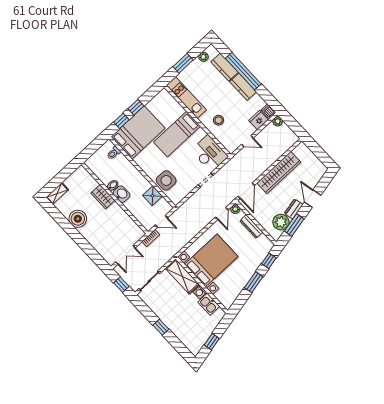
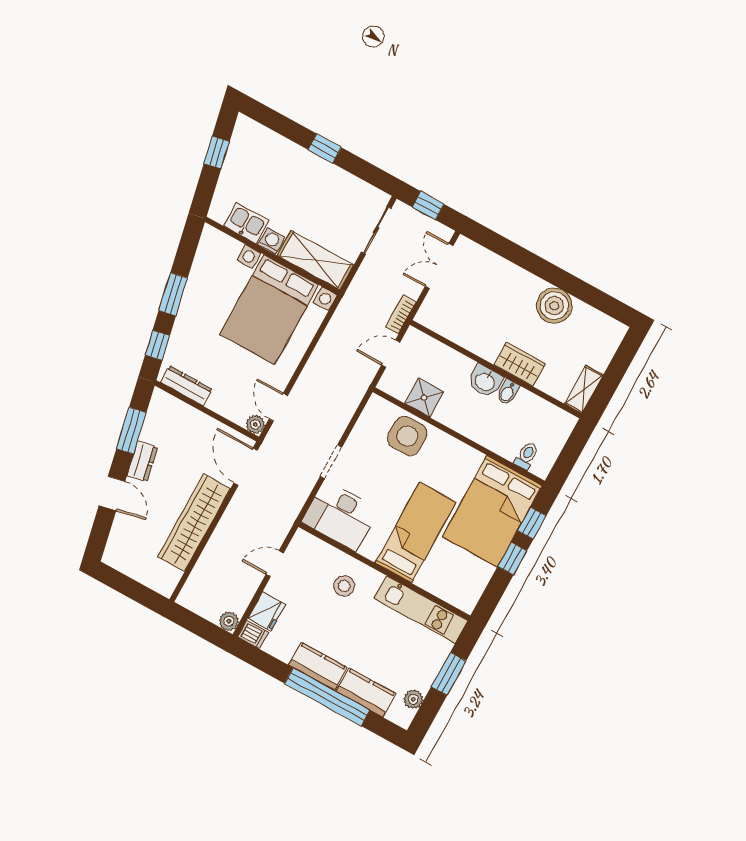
shelving: (57, 193) -> (584, 389), moved
plant: (281, 222) -> (159, 428), removed
dresser: (251, 226) -> (186, 386), moved

